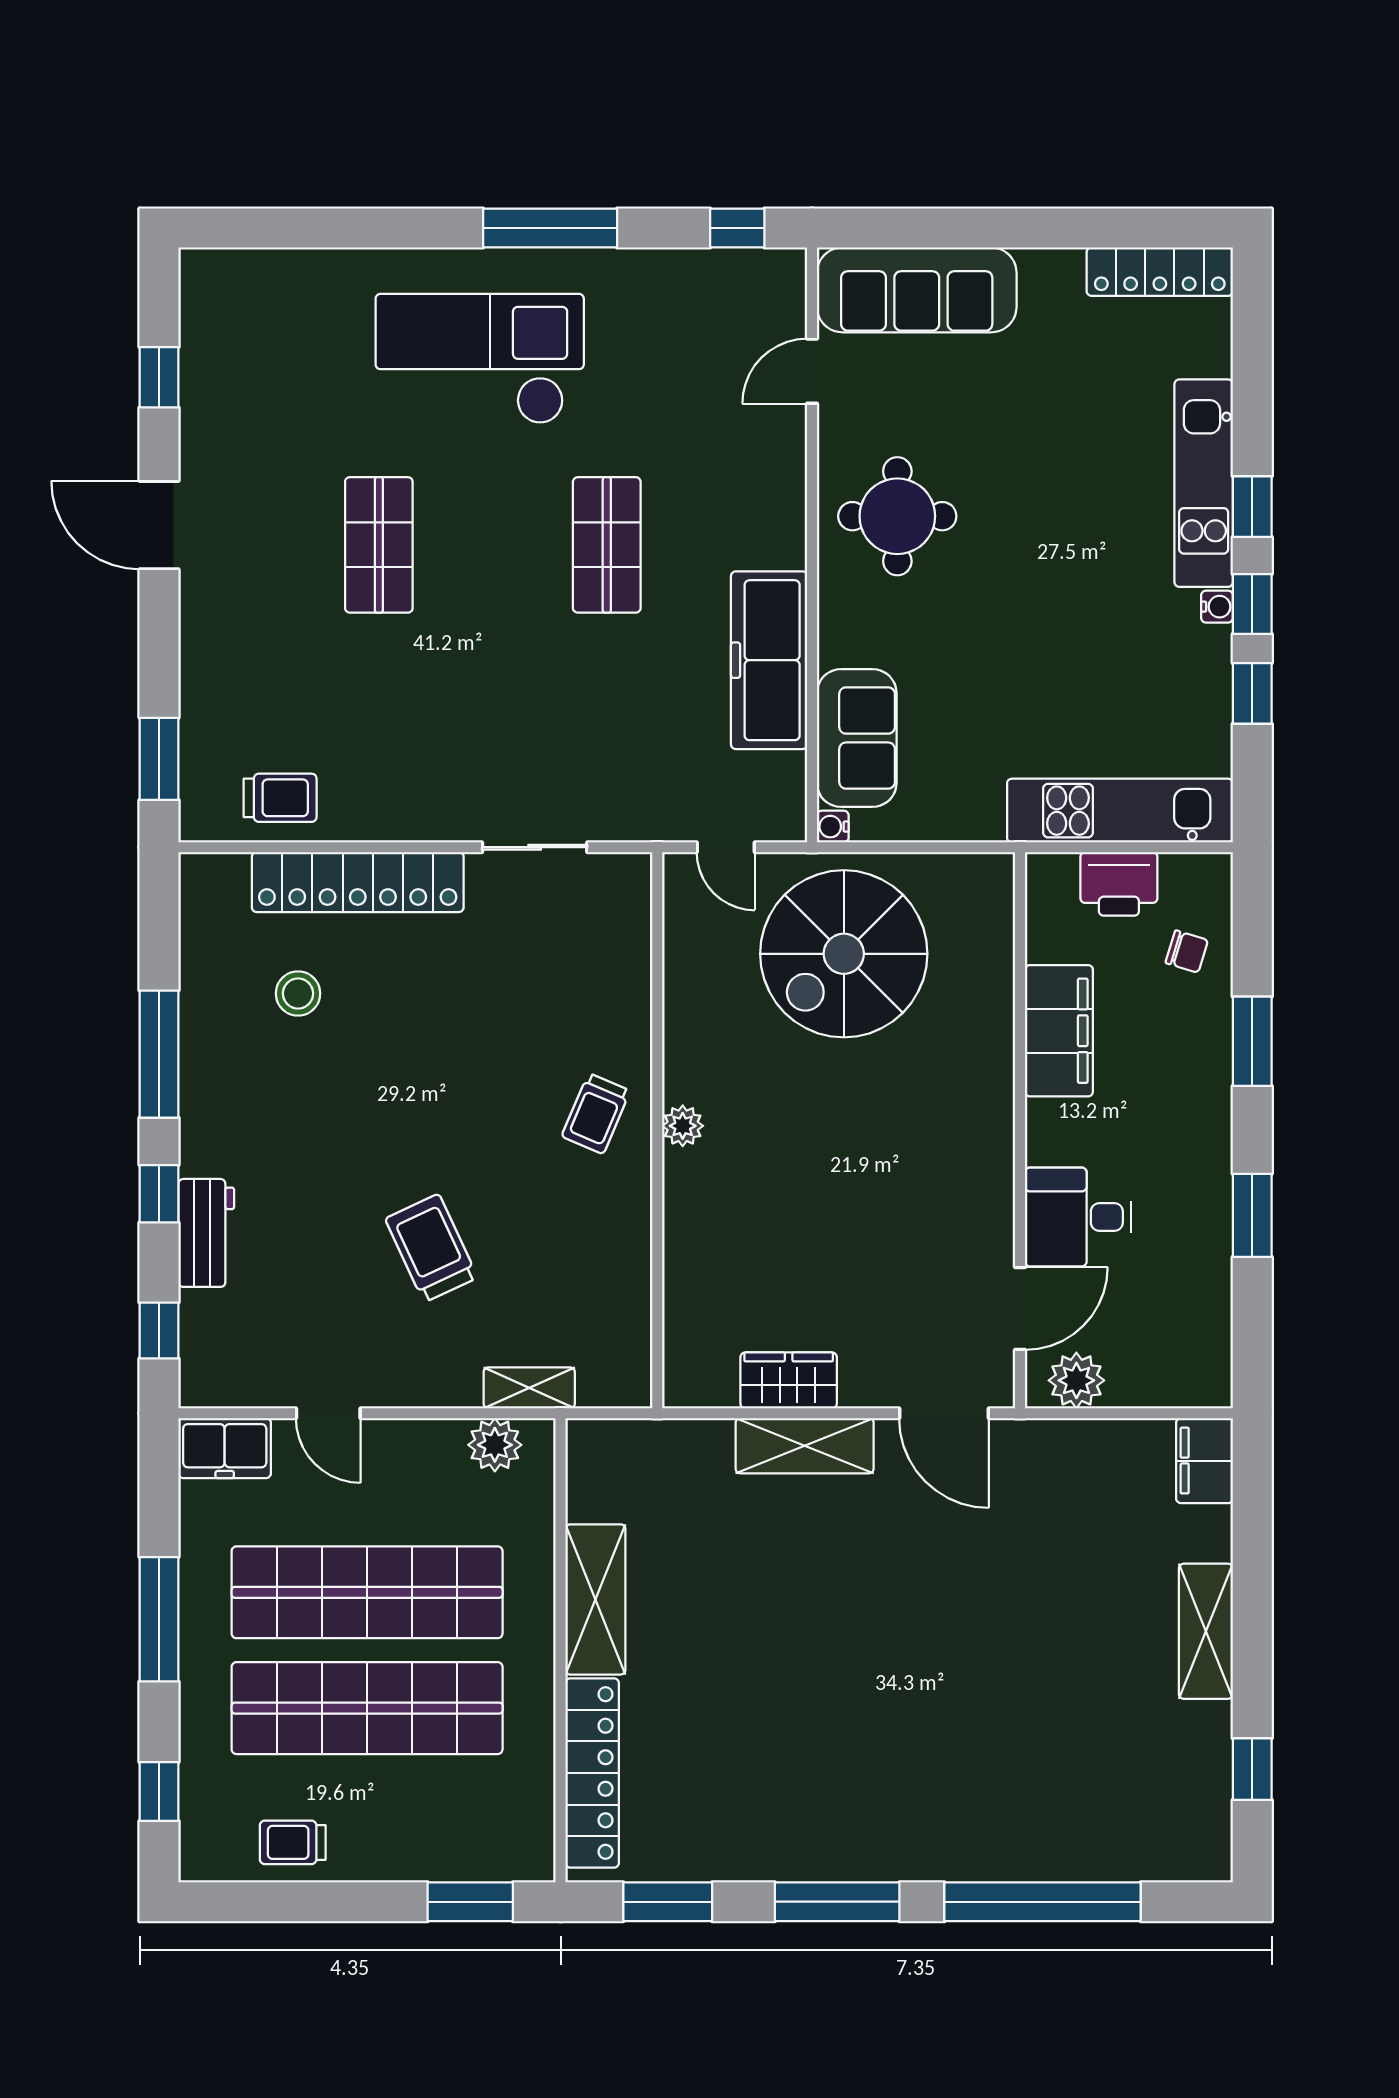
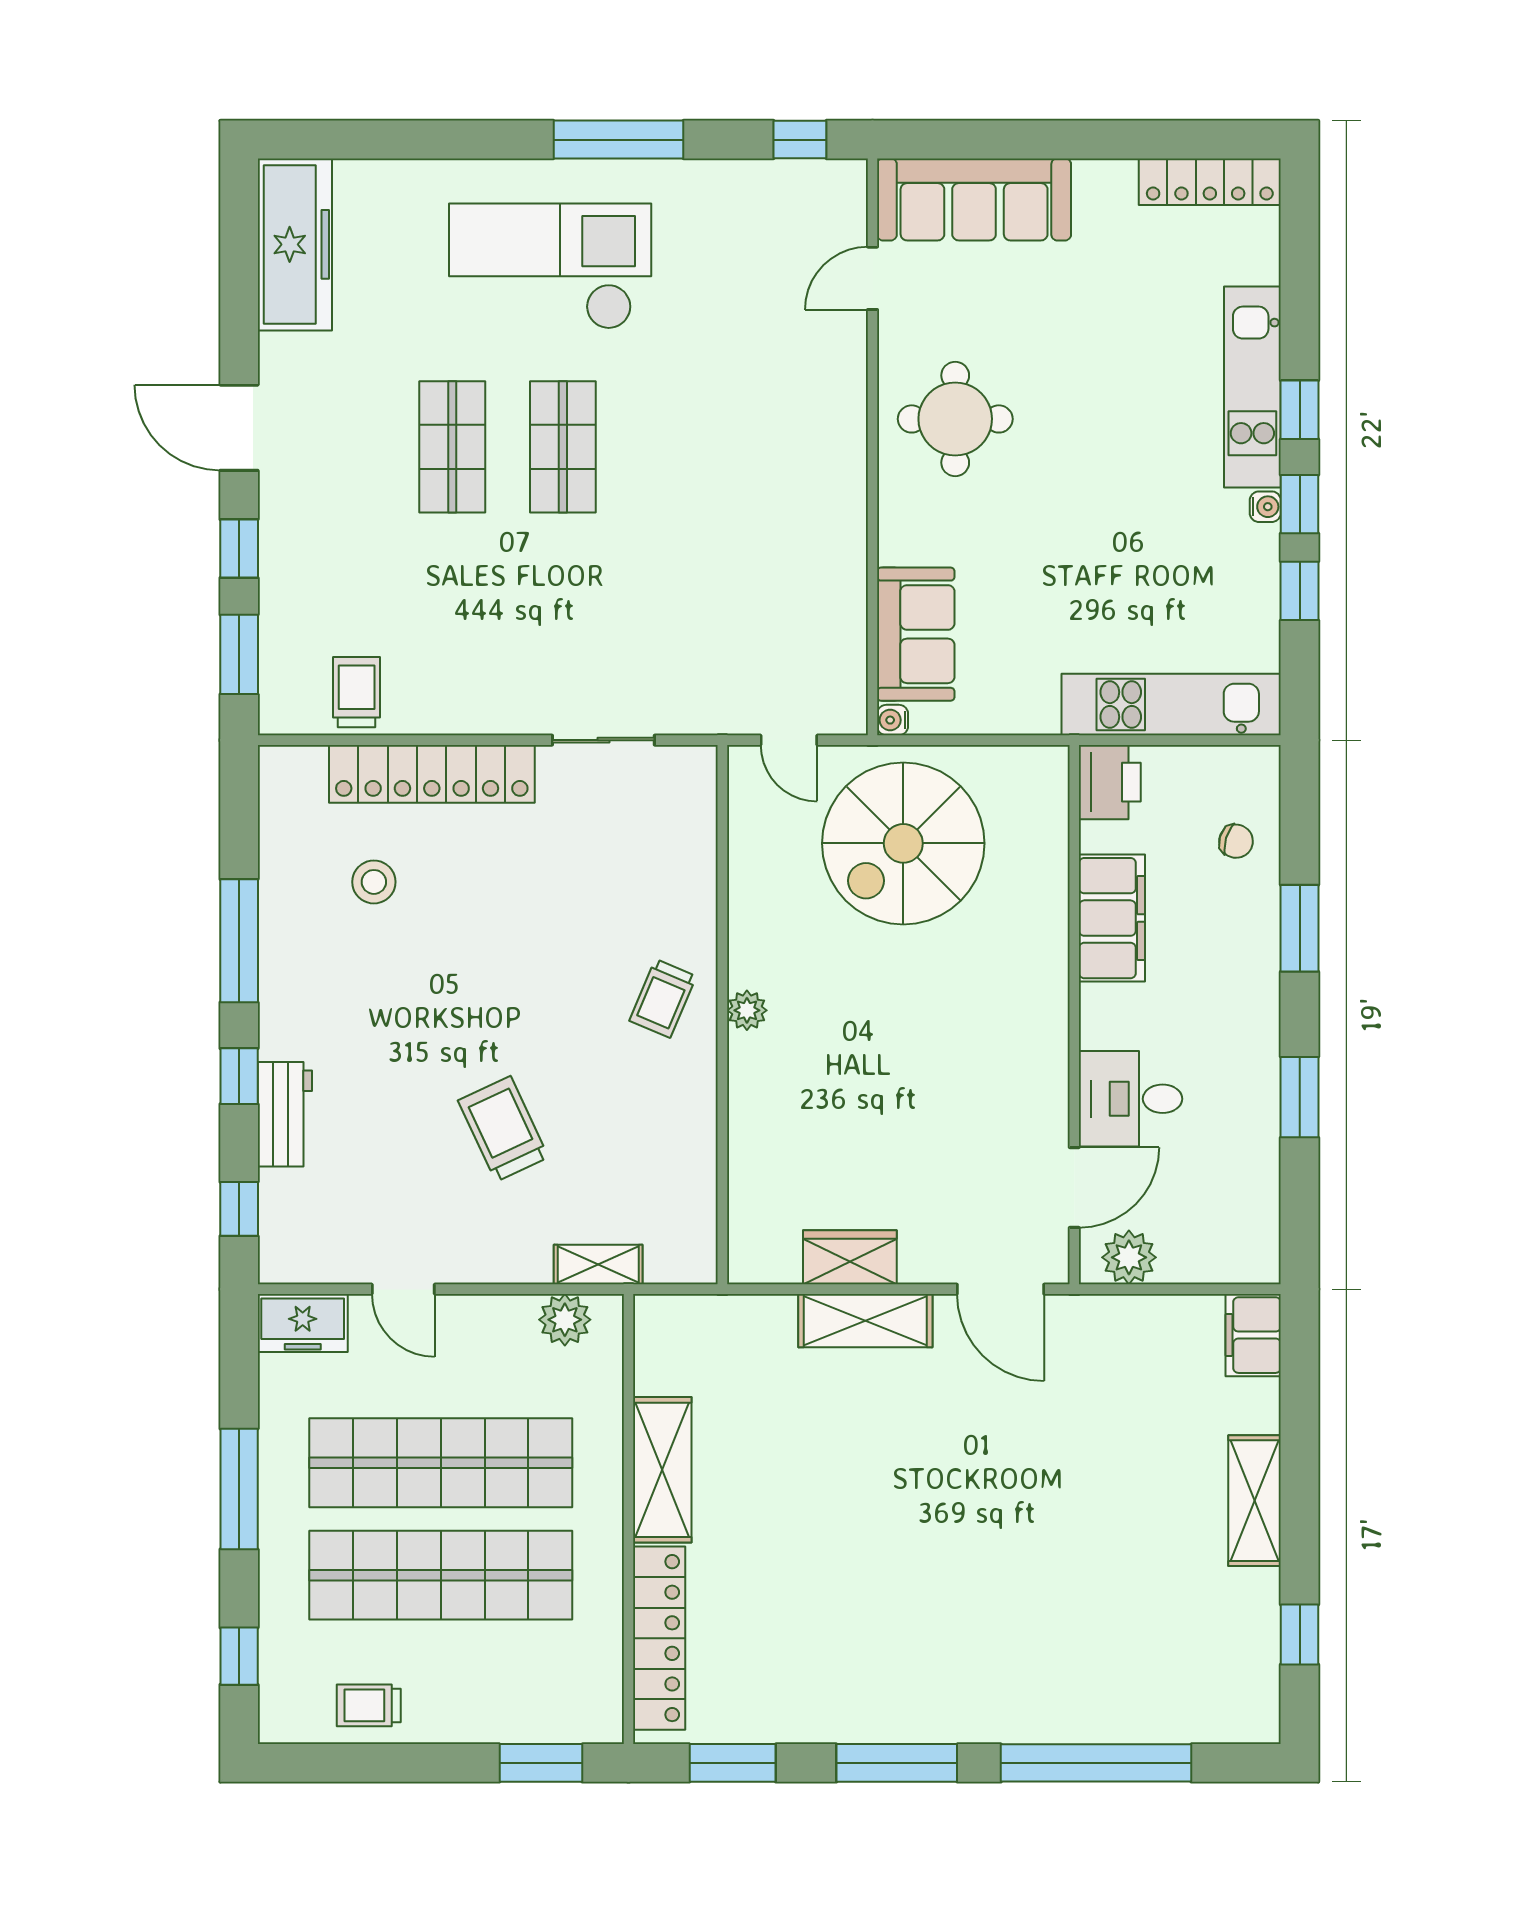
window: (159, 377) -> (239, 549), moved
shop shelf: (607, 545) -> (563, 447), moved
freezer: (769, 660) -> (295, 244), moved, turned 180
trolley: (280, 798) -> (357, 692), turned -90
printer: (1119, 884) -> (1110, 782), moved, turned -90

